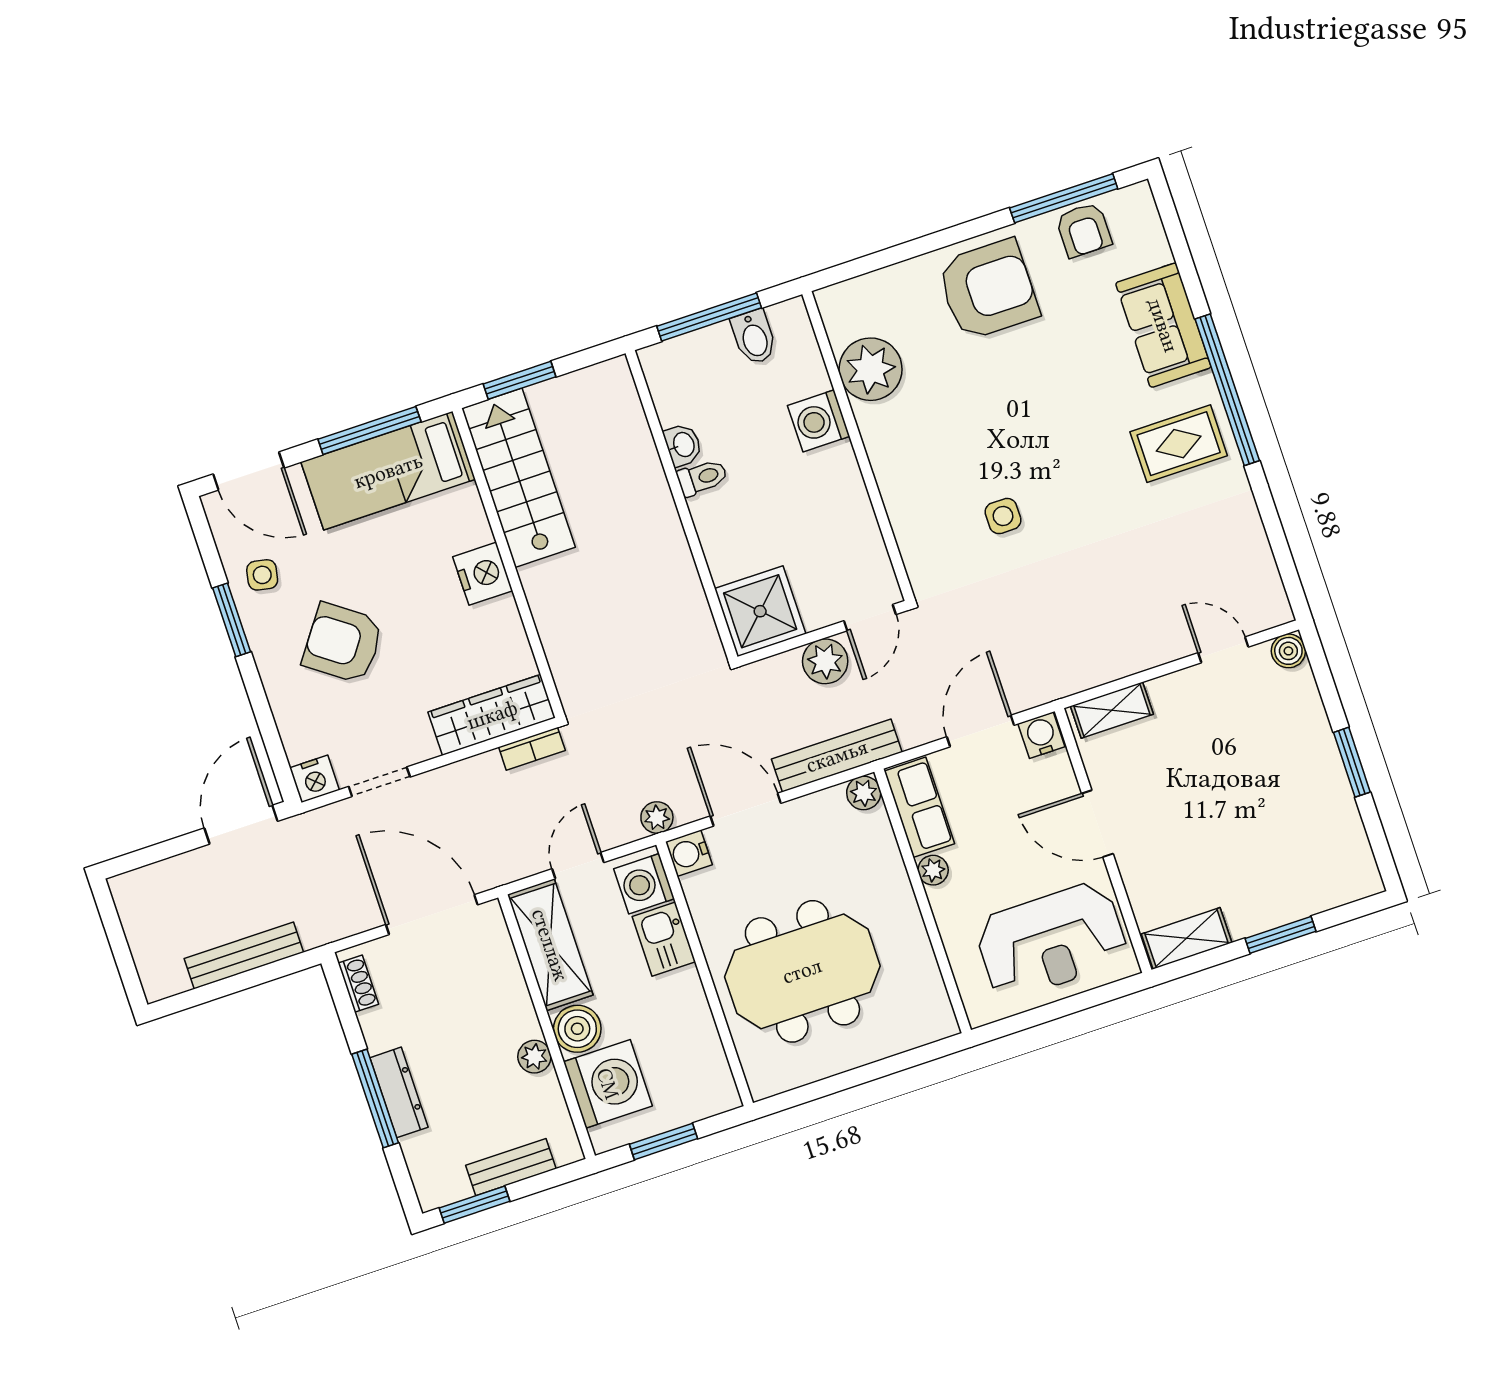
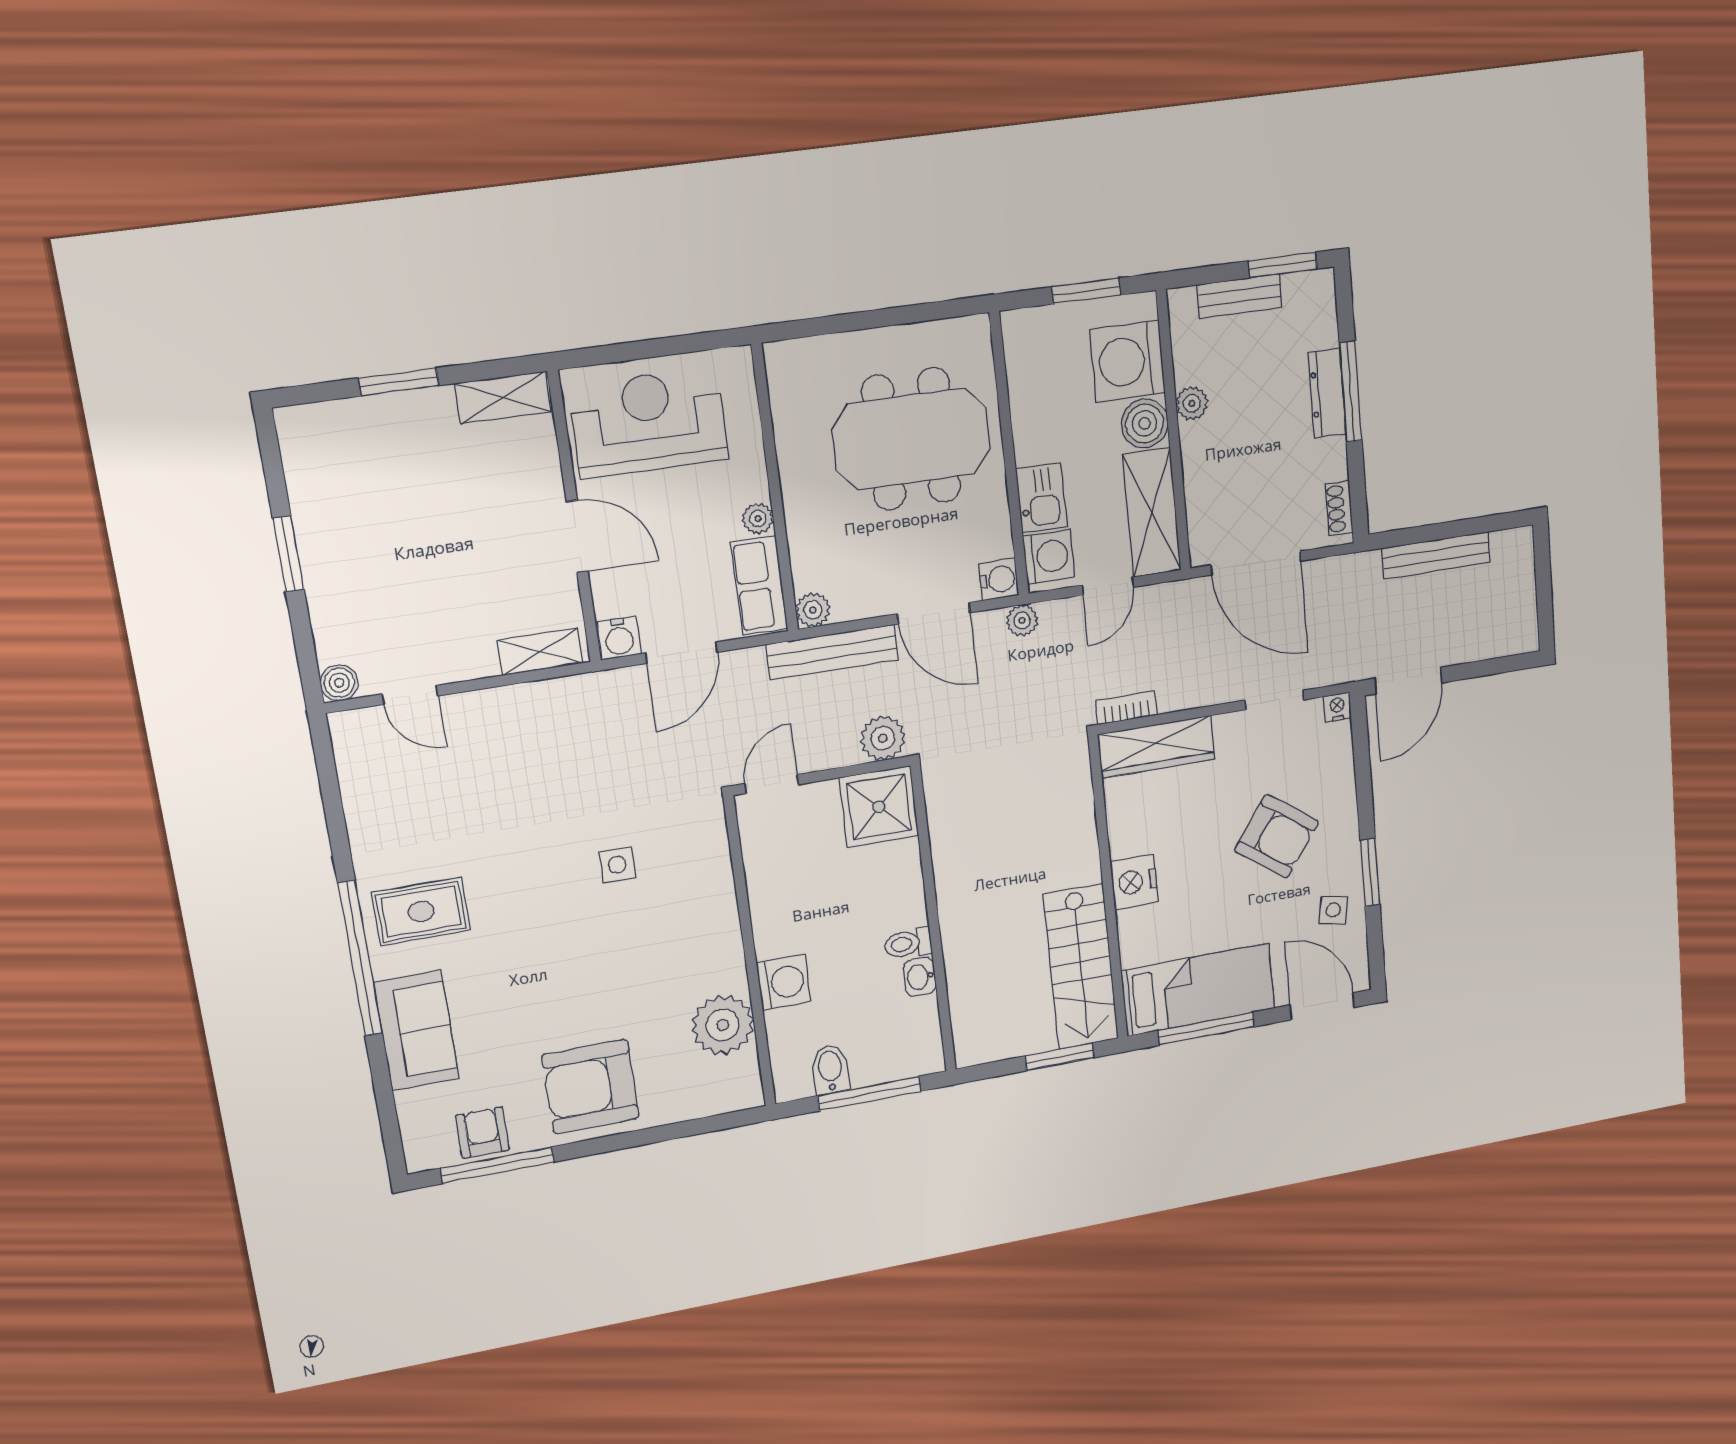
plant: (825, 661) -> (883, 738), moved
nightstand: (314, 779) -> (1337, 707), width x0.72, depth x0.74

